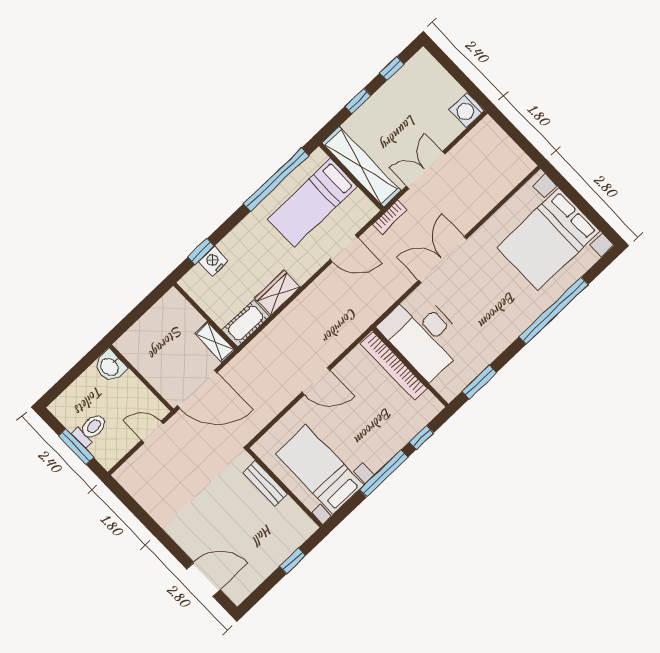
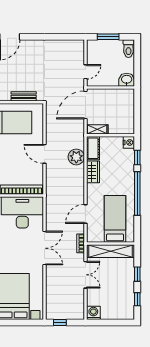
window: (523, 143) -> (60, 323), added
window: (276, 180) -> (137, 194), moved
nightstand: (213, 261) -> (129, 142), moved
plant: (279, 334) -> (76, 157), added
door: (316, 381) -> (44, 154), hinge flipped
toilet: (90, 430) -> (128, 49), moved

